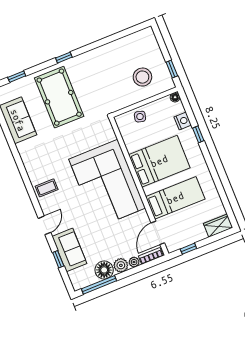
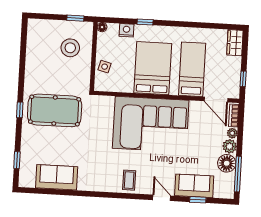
pool table: (59, 97) -> (55, 110), moved

